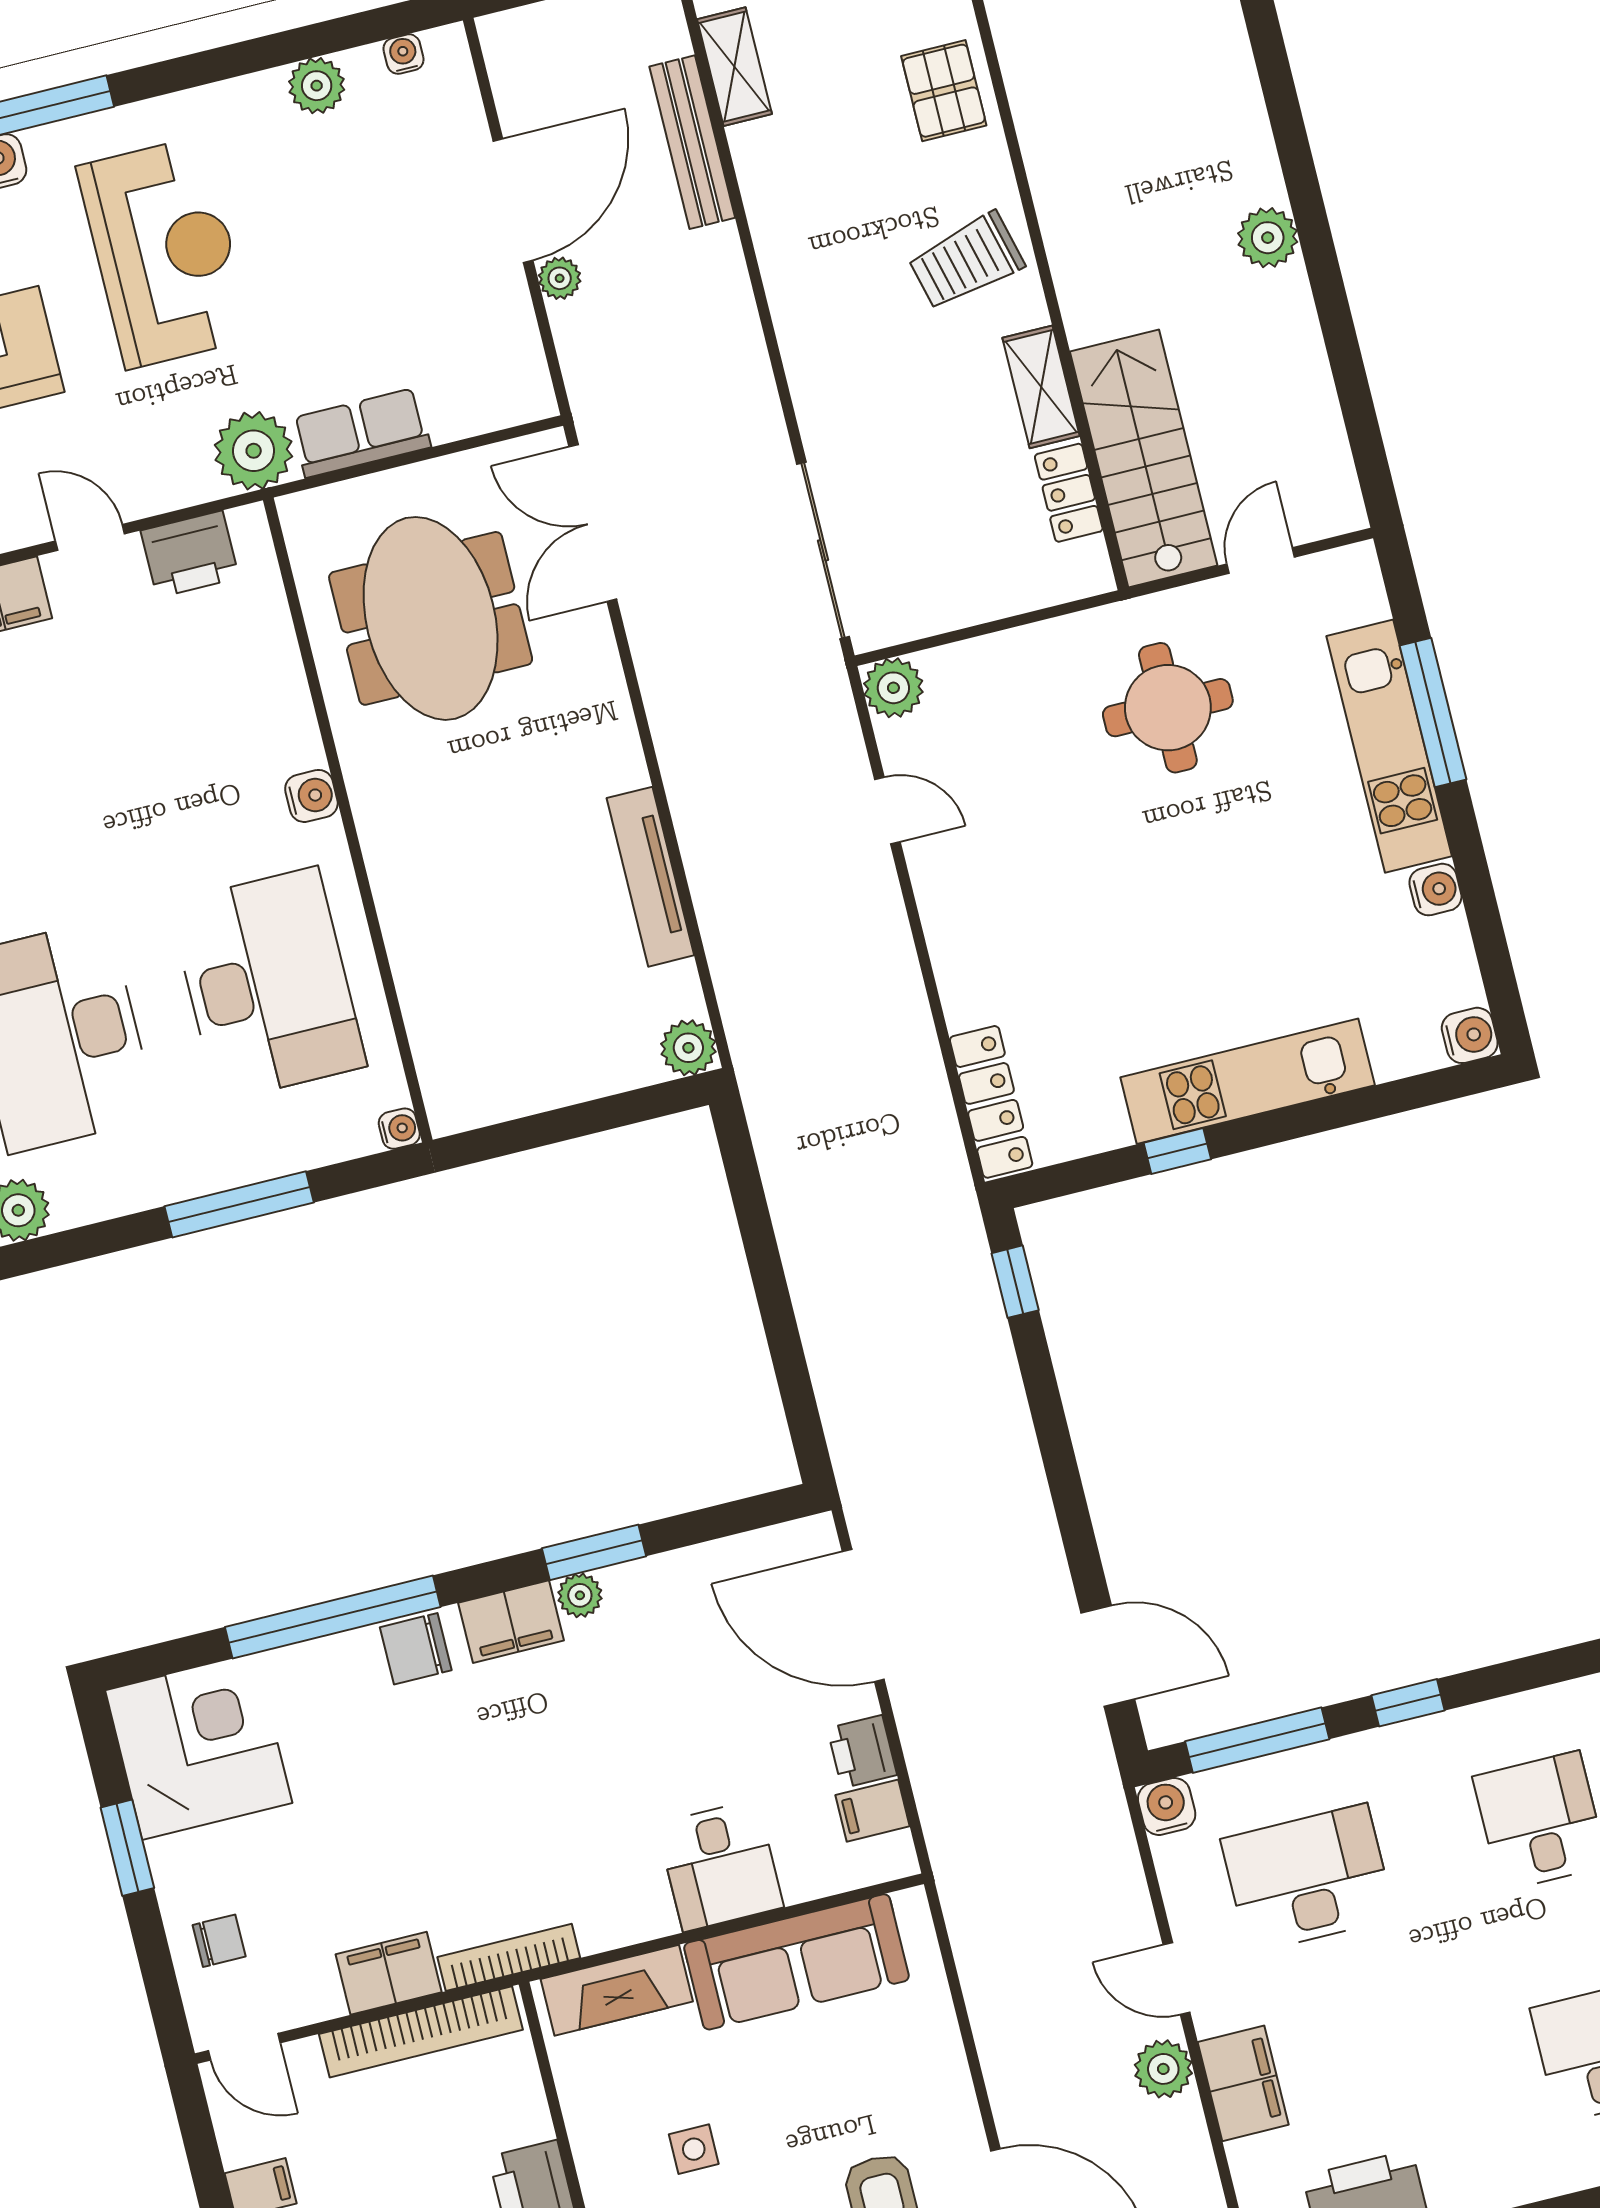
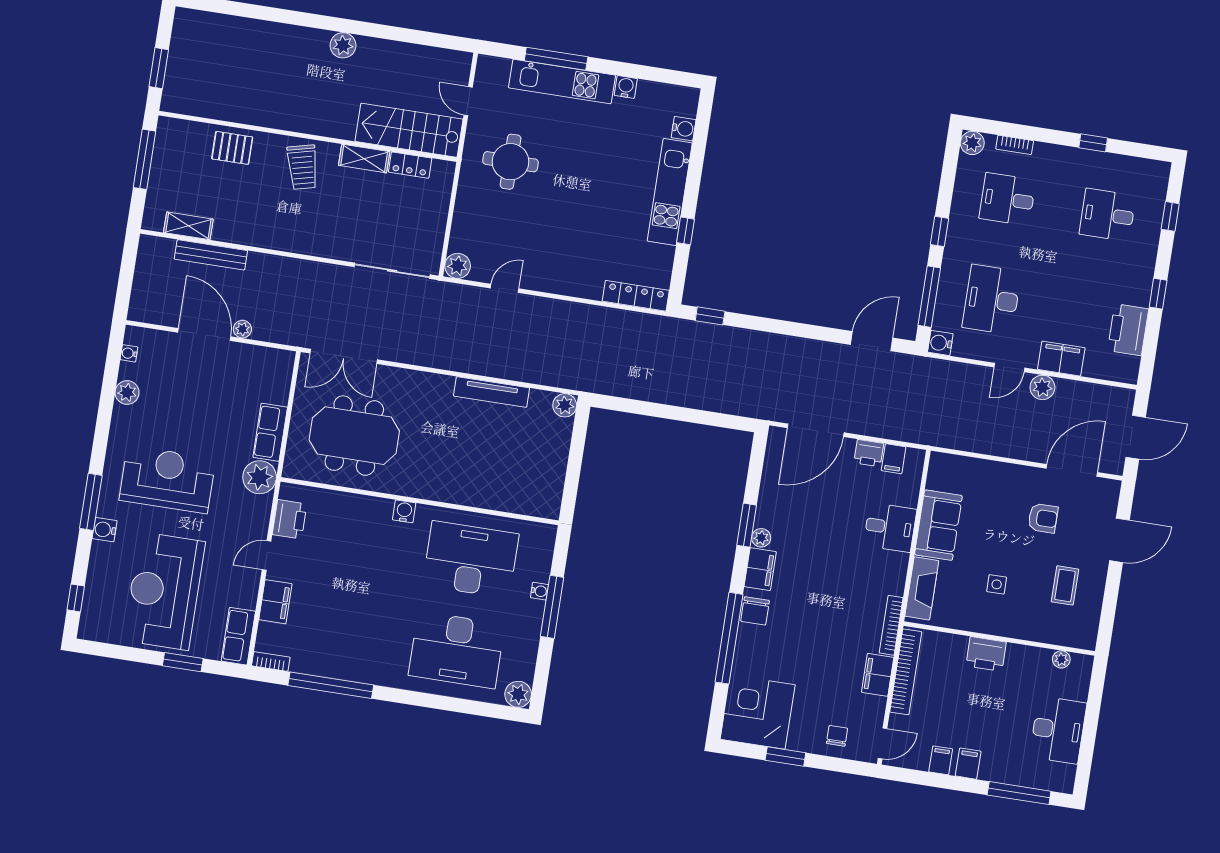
water cooler: (1470, 1035) -> (684, 129), moved, turned 90
water cooler: (399, 1129) -> (540, 591), moved, turned 90
sofa: (797, 1962) -> (938, 525), width x0.73

